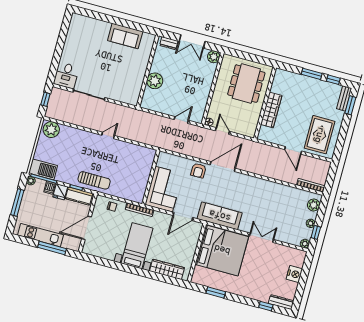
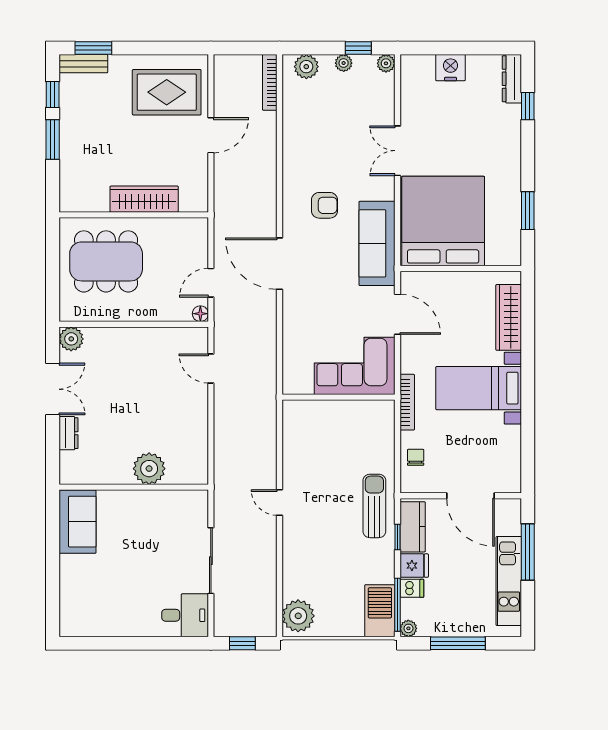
wall: (148, 71) -> (134, 487), moved
plant: (155, 81) -> (149, 469), moved
armchair: (198, 171) -> (325, 205), moved

